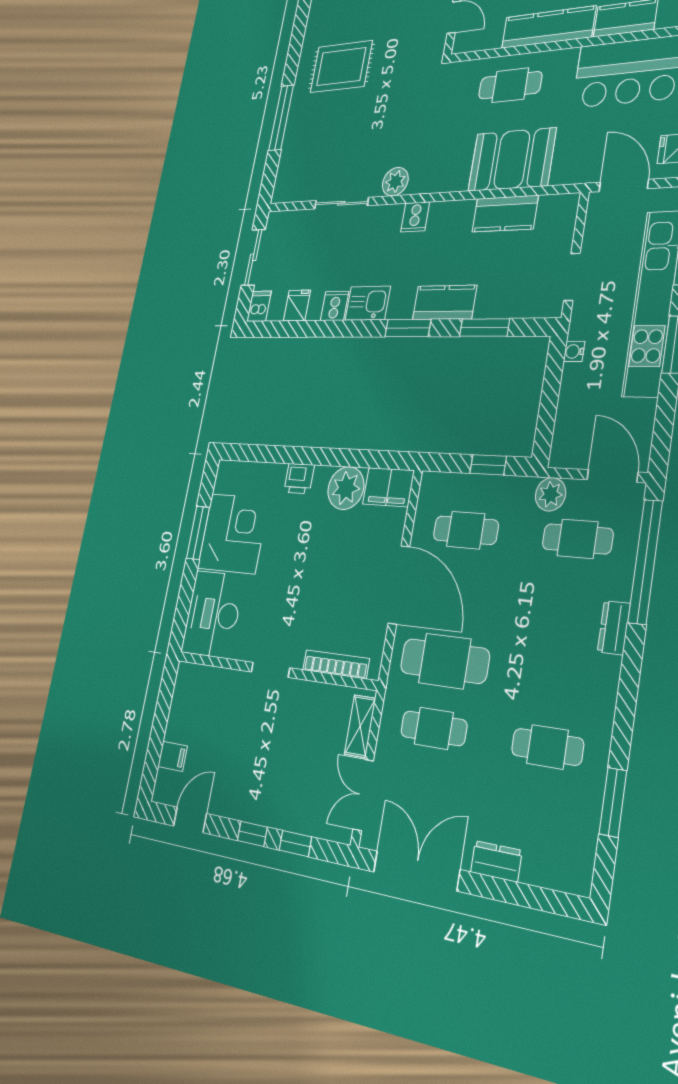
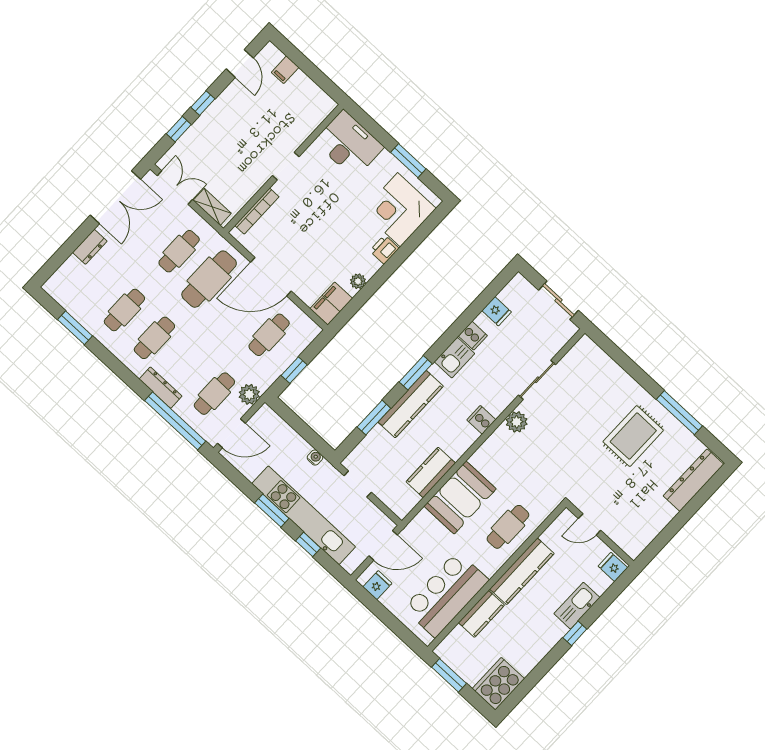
window: (281, 118) -> (679, 413), moved
kitchen counter: (445, 302) -> (411, 404), width x1.50
dishwasher: (259, 306) -> (521, 285), removed
plant: (346, 488) -> (358, 281), width x0.53, depth x0.53
corner desk: (233, 533) -> (399, 210), moved, turned 90
dresser: (614, 628) -> (161, 388), width x1.44
cafe table: (558, 676) -> (154, 338), added

